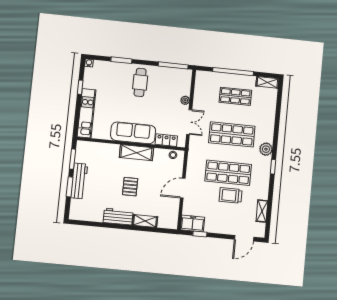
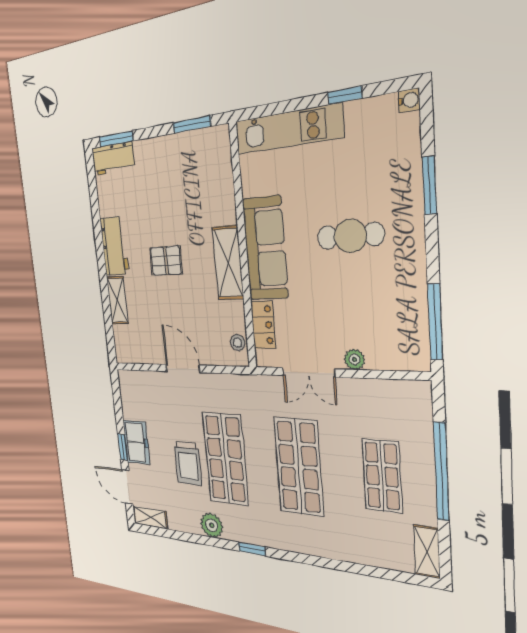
cafe table: (140, 82) -> (350, 236), moved
plant: (266, 149) -> (212, 525), moved
workbench: (79, 181) -> (113, 159), moved, width x0.73
window: (70, 187) -> (116, 139), moved
trolley: (231, 195) -> (188, 463), turned 180
shelving: (262, 211) -> (150, 518), moved
freezer: (193, 223) -> (136, 442), moved
window: (200, 234) -> (123, 447), moved

